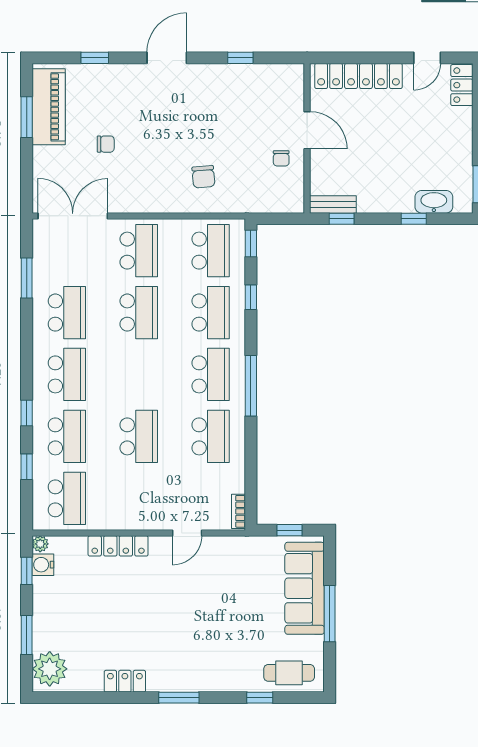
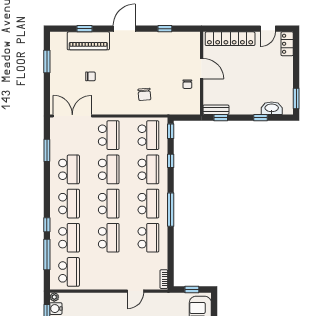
piano: (49, 107) -> (88, 41), moved, turned 90
school desk: (139, 374) -> (109, 204), added
window: (27, 467) -> (47, 254), width x2.17
locker: (118, 546) -> (97, 298), removed

